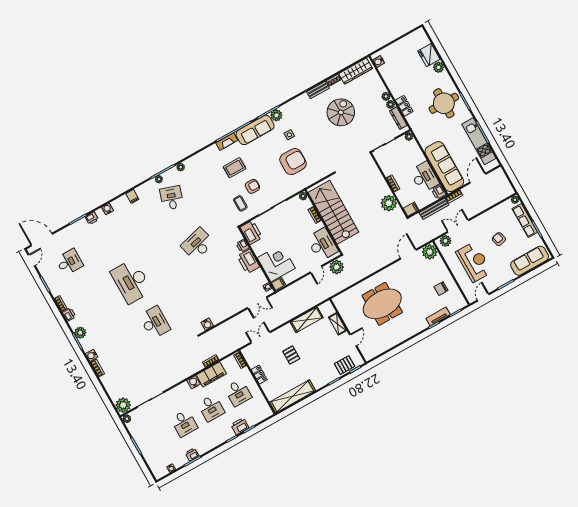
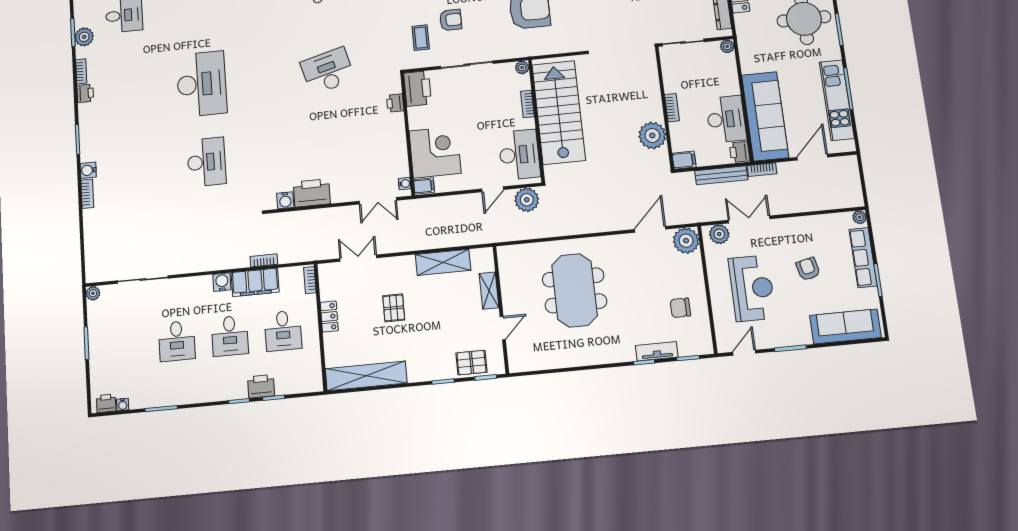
printer: (248, 261) -> (312, 193), moved, turned 90
desk: (131, 281) -> (202, 84), turned 180
meeting table: (382, 304) -> (575, 290), turned 90
plant: (80, 333) -> (84, 37), moved
plant: (123, 405) -> (98, 269), removed
printer: (192, 455) -> (106, 403), moved

